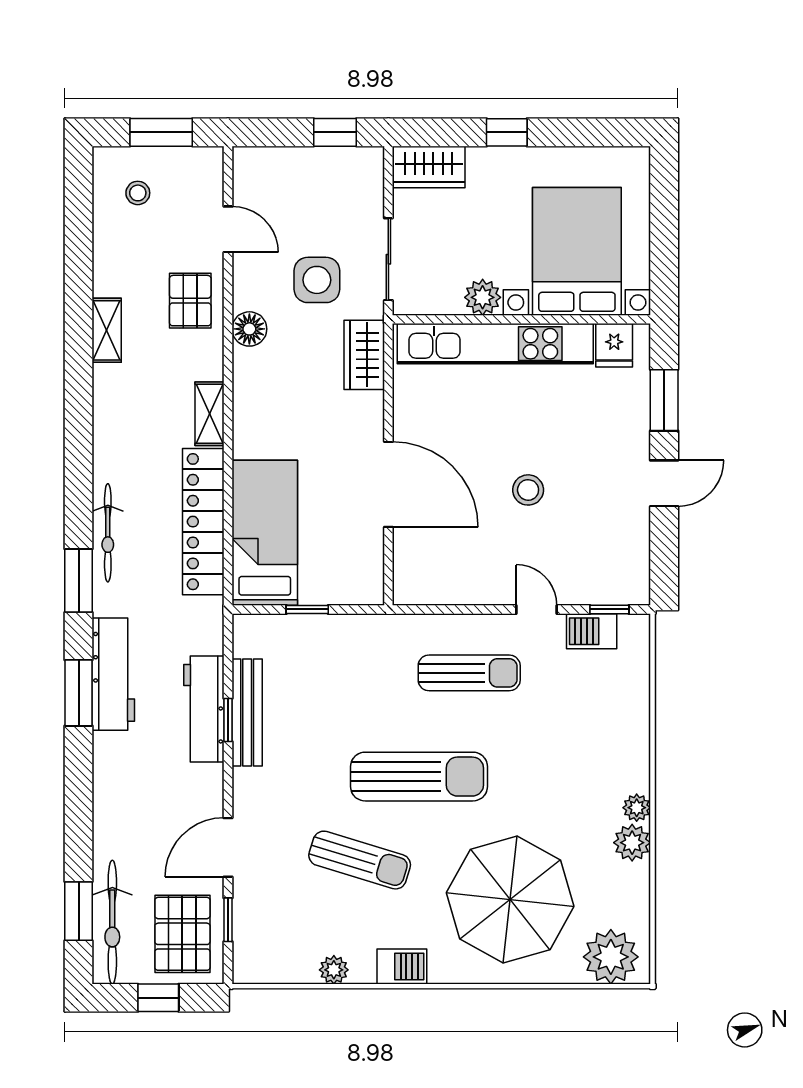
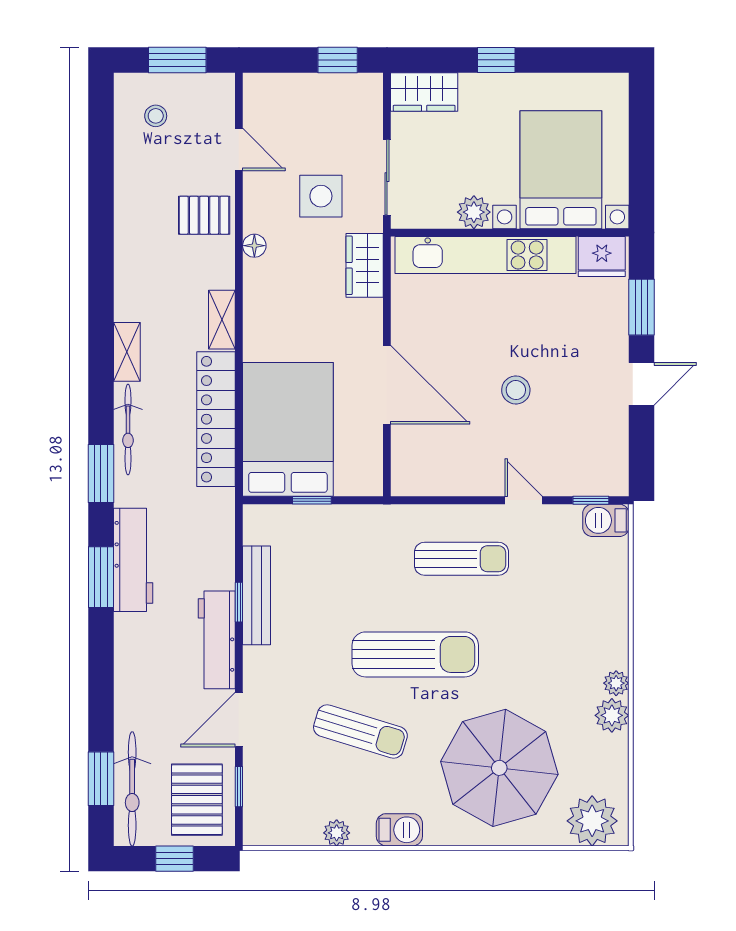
pallet: (190, 301) -> (204, 215), turned 90
floor lamp: (249, 329) -> (254, 246), width x0.73, depth x0.73
shelving: (107, 330) -> (127, 352), moved
fridge: (614, 345) -> (602, 256), width x1.38
bed: (265, 533) -> (288, 429), width x1.50
barbecue: (592, 631) -> (606, 520), moved
workbench: (204, 709) -> (217, 640), moved

